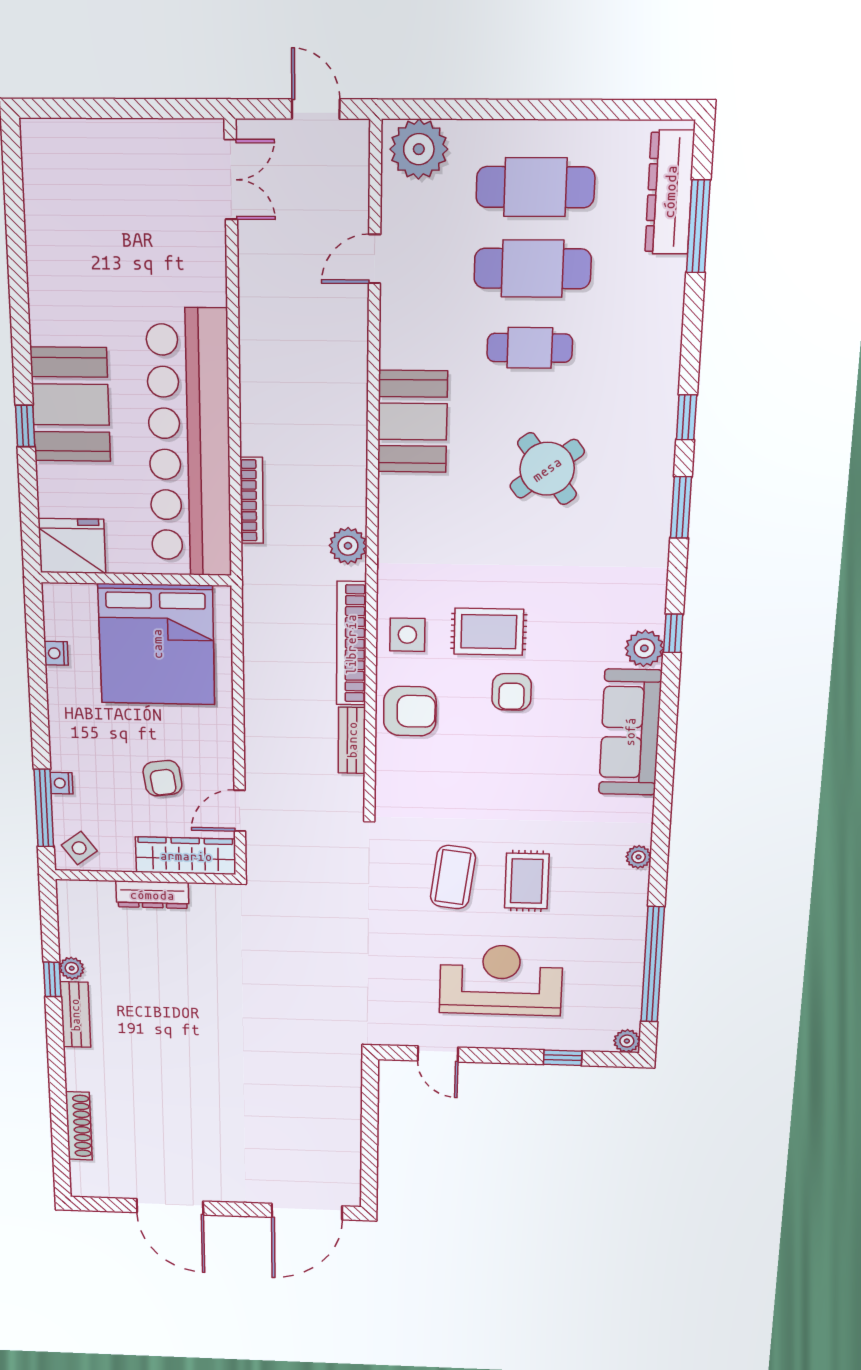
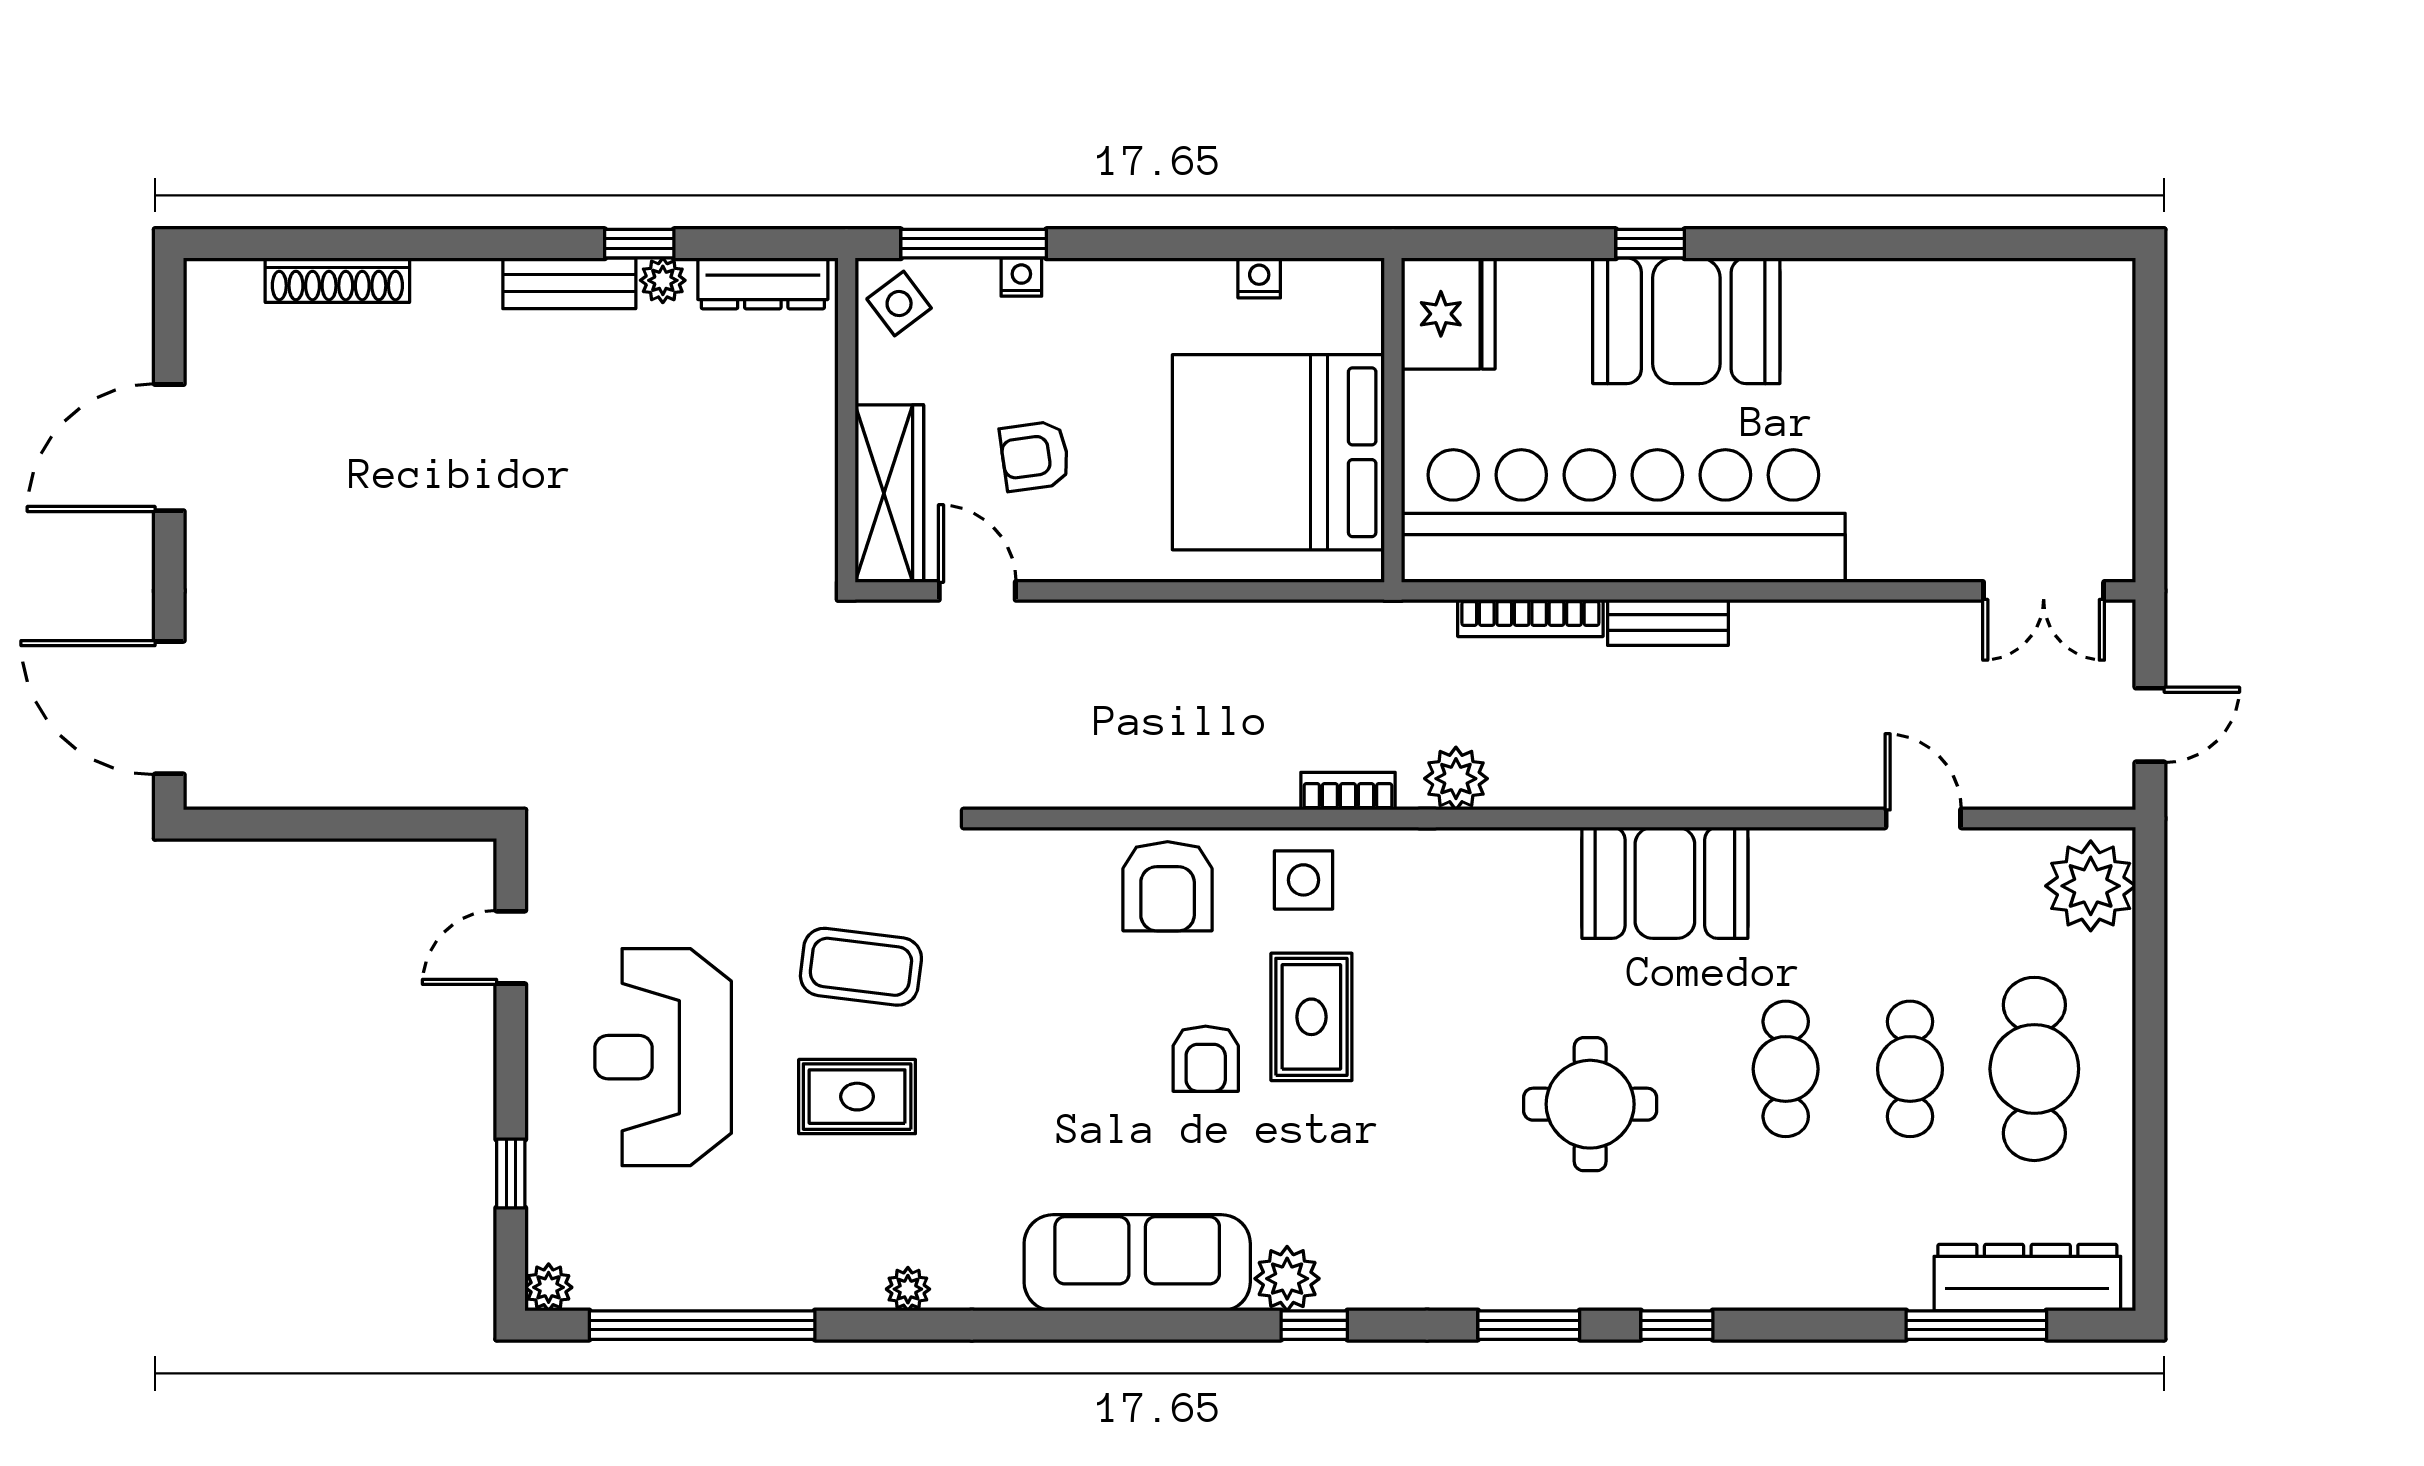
cafe table: (533, 269) -> (1910, 1069), width x0.73, depth x0.74
round table: (547, 469) -> (1590, 1104), turned 37
bookcase: (351, 644) -> (1348, 791), width x0.43, depth x0.76
armchair: (512, 692) -> (1206, 1059), turned -90
bench: (352, 740) -> (1668, 622), moved
dresser: (152, 895) -> (763, 283), moved, turned -90
reception desk: (501, 980) -> (663, 1057), turned 180

